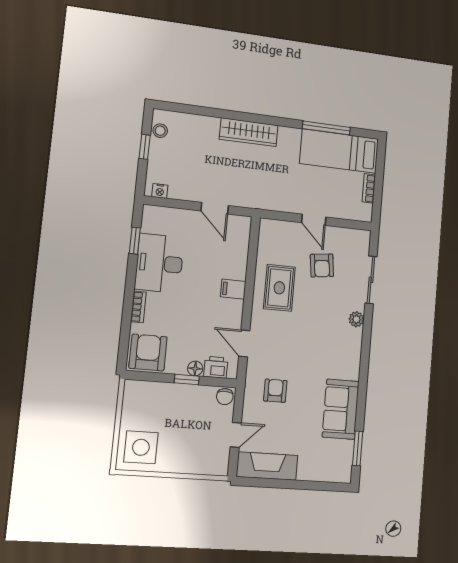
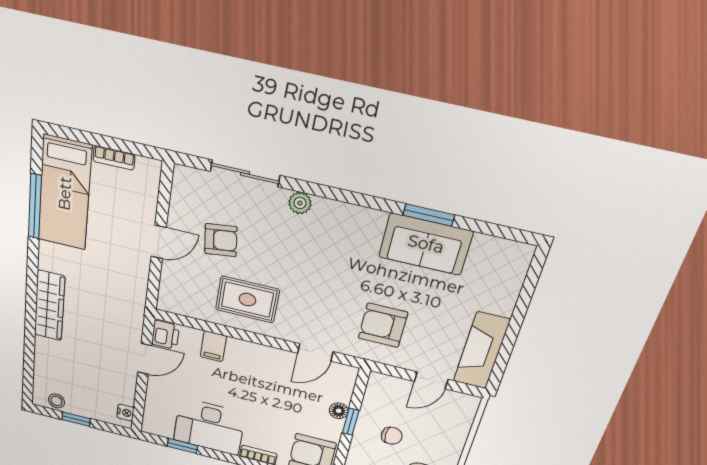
filing cabinet: (233, 289) -> (213, 346), moved
printer: (216, 367) -> (165, 335), moved, turned 180
armchair: (275, 391) -> (383, 325), width x1.38, depth x1.38
chair: (225, 397) -> (392, 436), moved
door: (236, 435) -> (431, 380), swing flipped
window: (358, 448) -> (429, 215), moved

